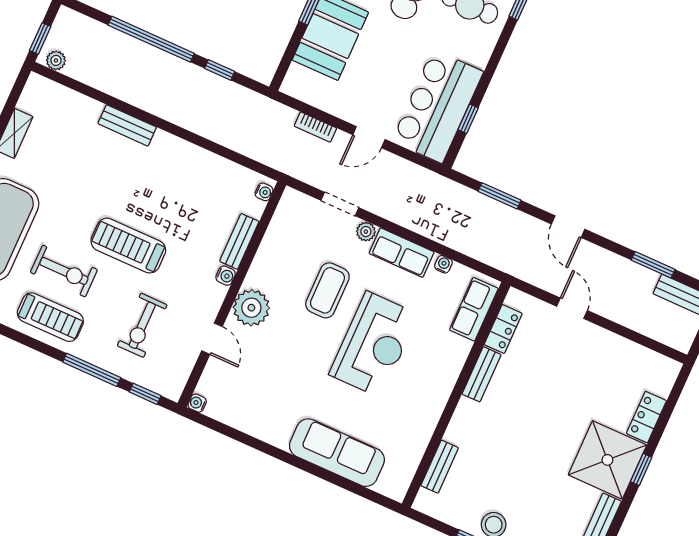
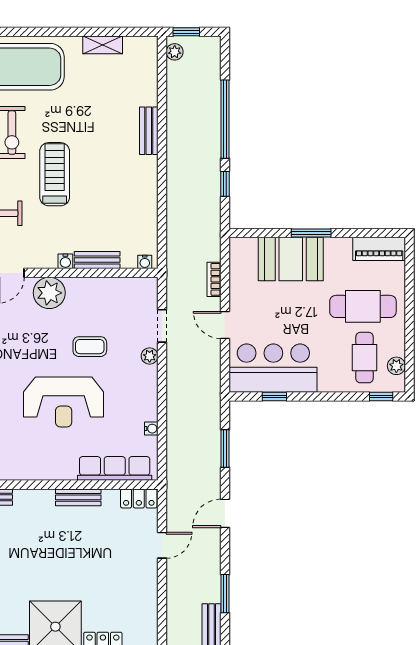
row of seats: (402, 253) -> (146, 392), removed
coffee table: (327, 290) -> (90, 347), width x0.73, depth x0.77
row of seats: (474, 309) -> (115, 468), width x1.48
locker: (503, 329) -> (139, 498), moved

